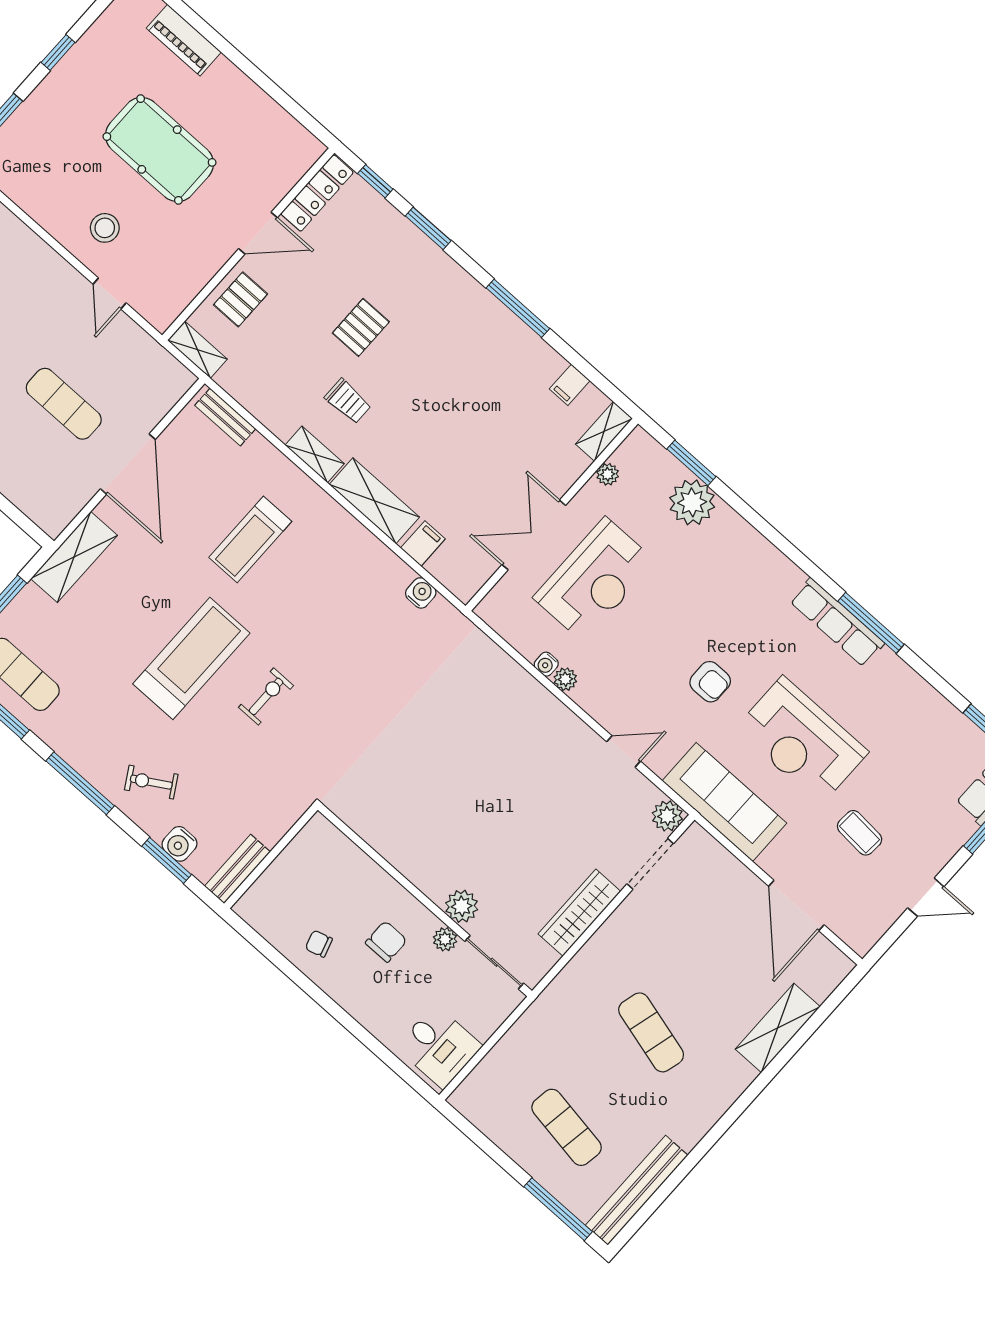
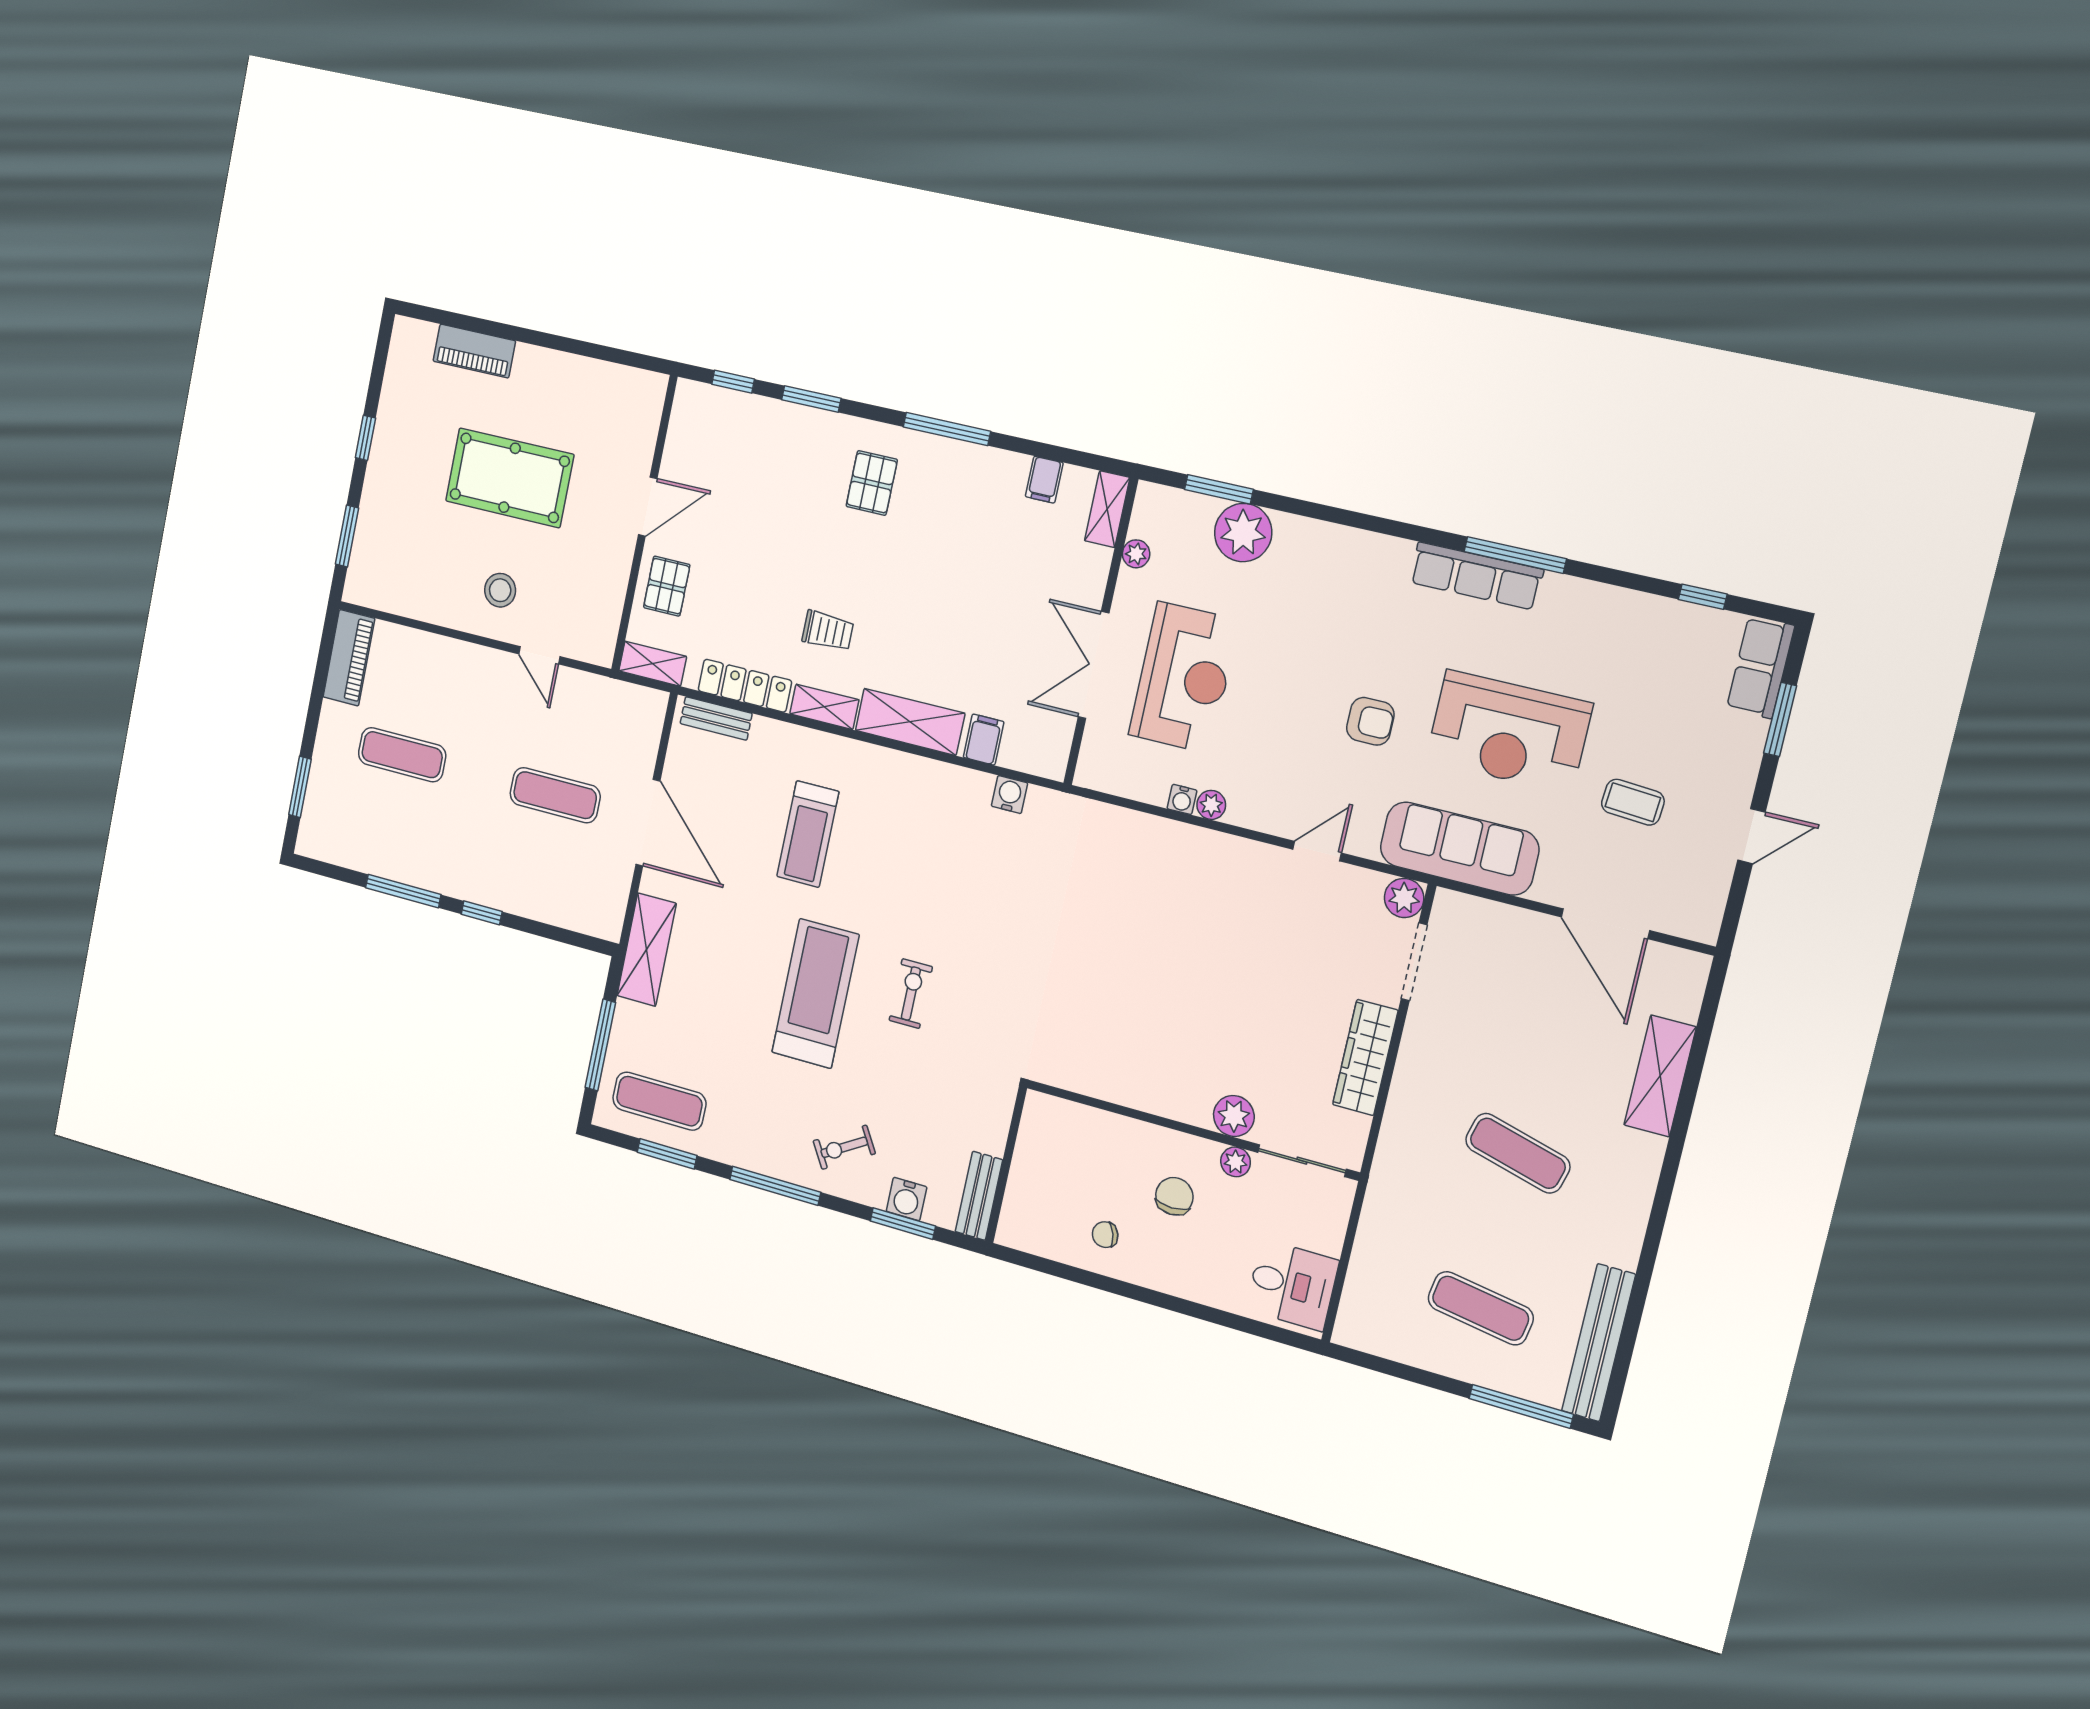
locker: (317, 193) -> (745, 686), moved, turned -90
pallet: (361, 327) -> (872, 483), moved

